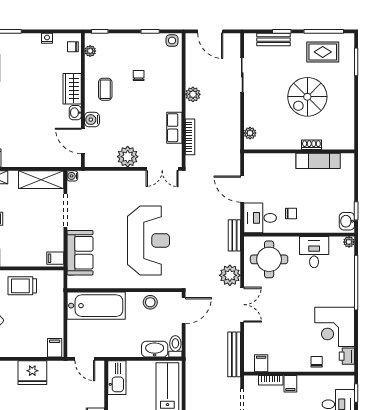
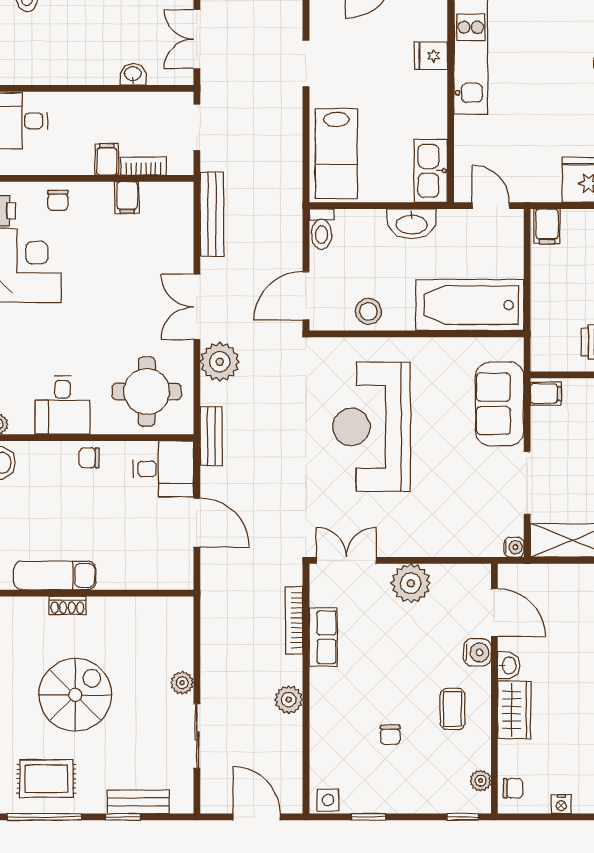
plant: (250, 133) -> (182, 683), moved
chair: (291, 213) -> (89, 458), moved
washbasin: (155, 349) -> (412, 224), moved
filing cabinet: (261, 363) -> (127, 198), moved

